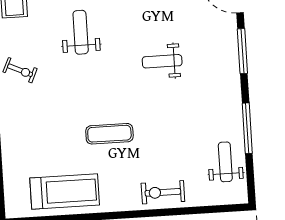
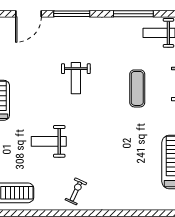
exercise mat: (109, 134) -> (137, 88), moved

